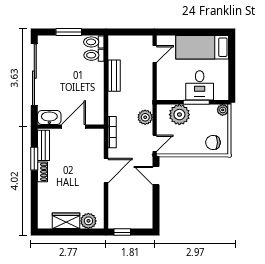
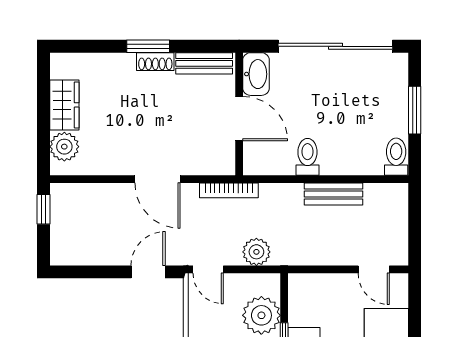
toilet: (94, 55) -> (307, 157), moved
window: (34, 159) -> (148, 46), moved

